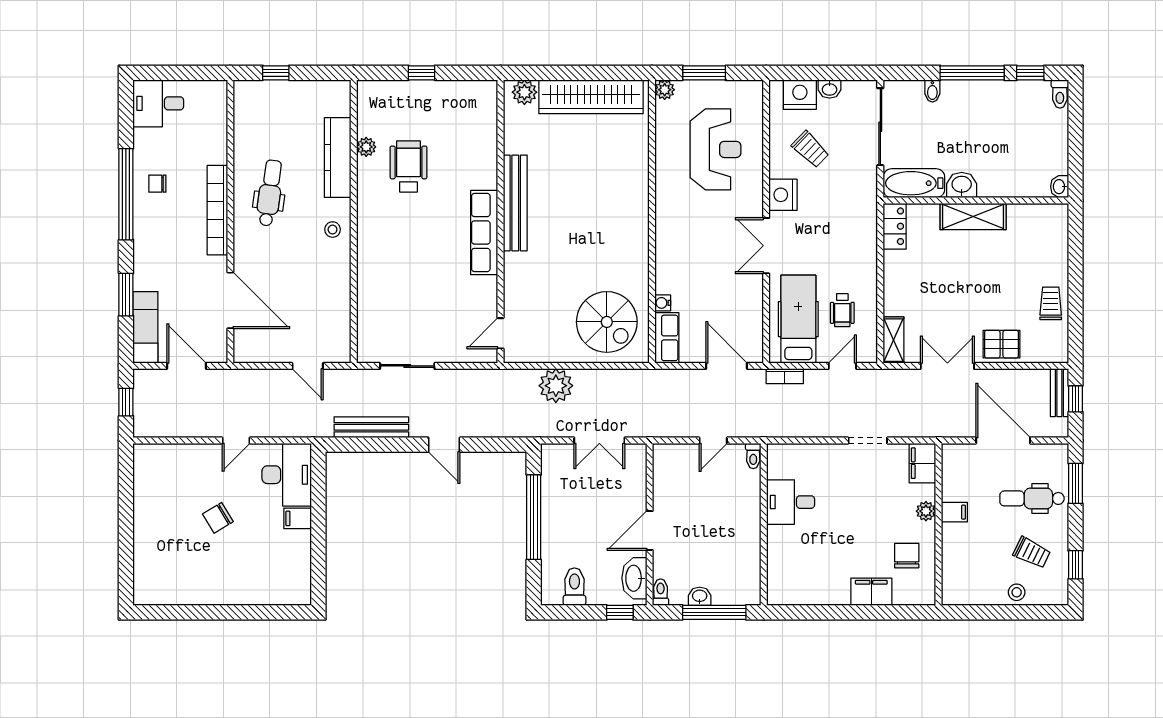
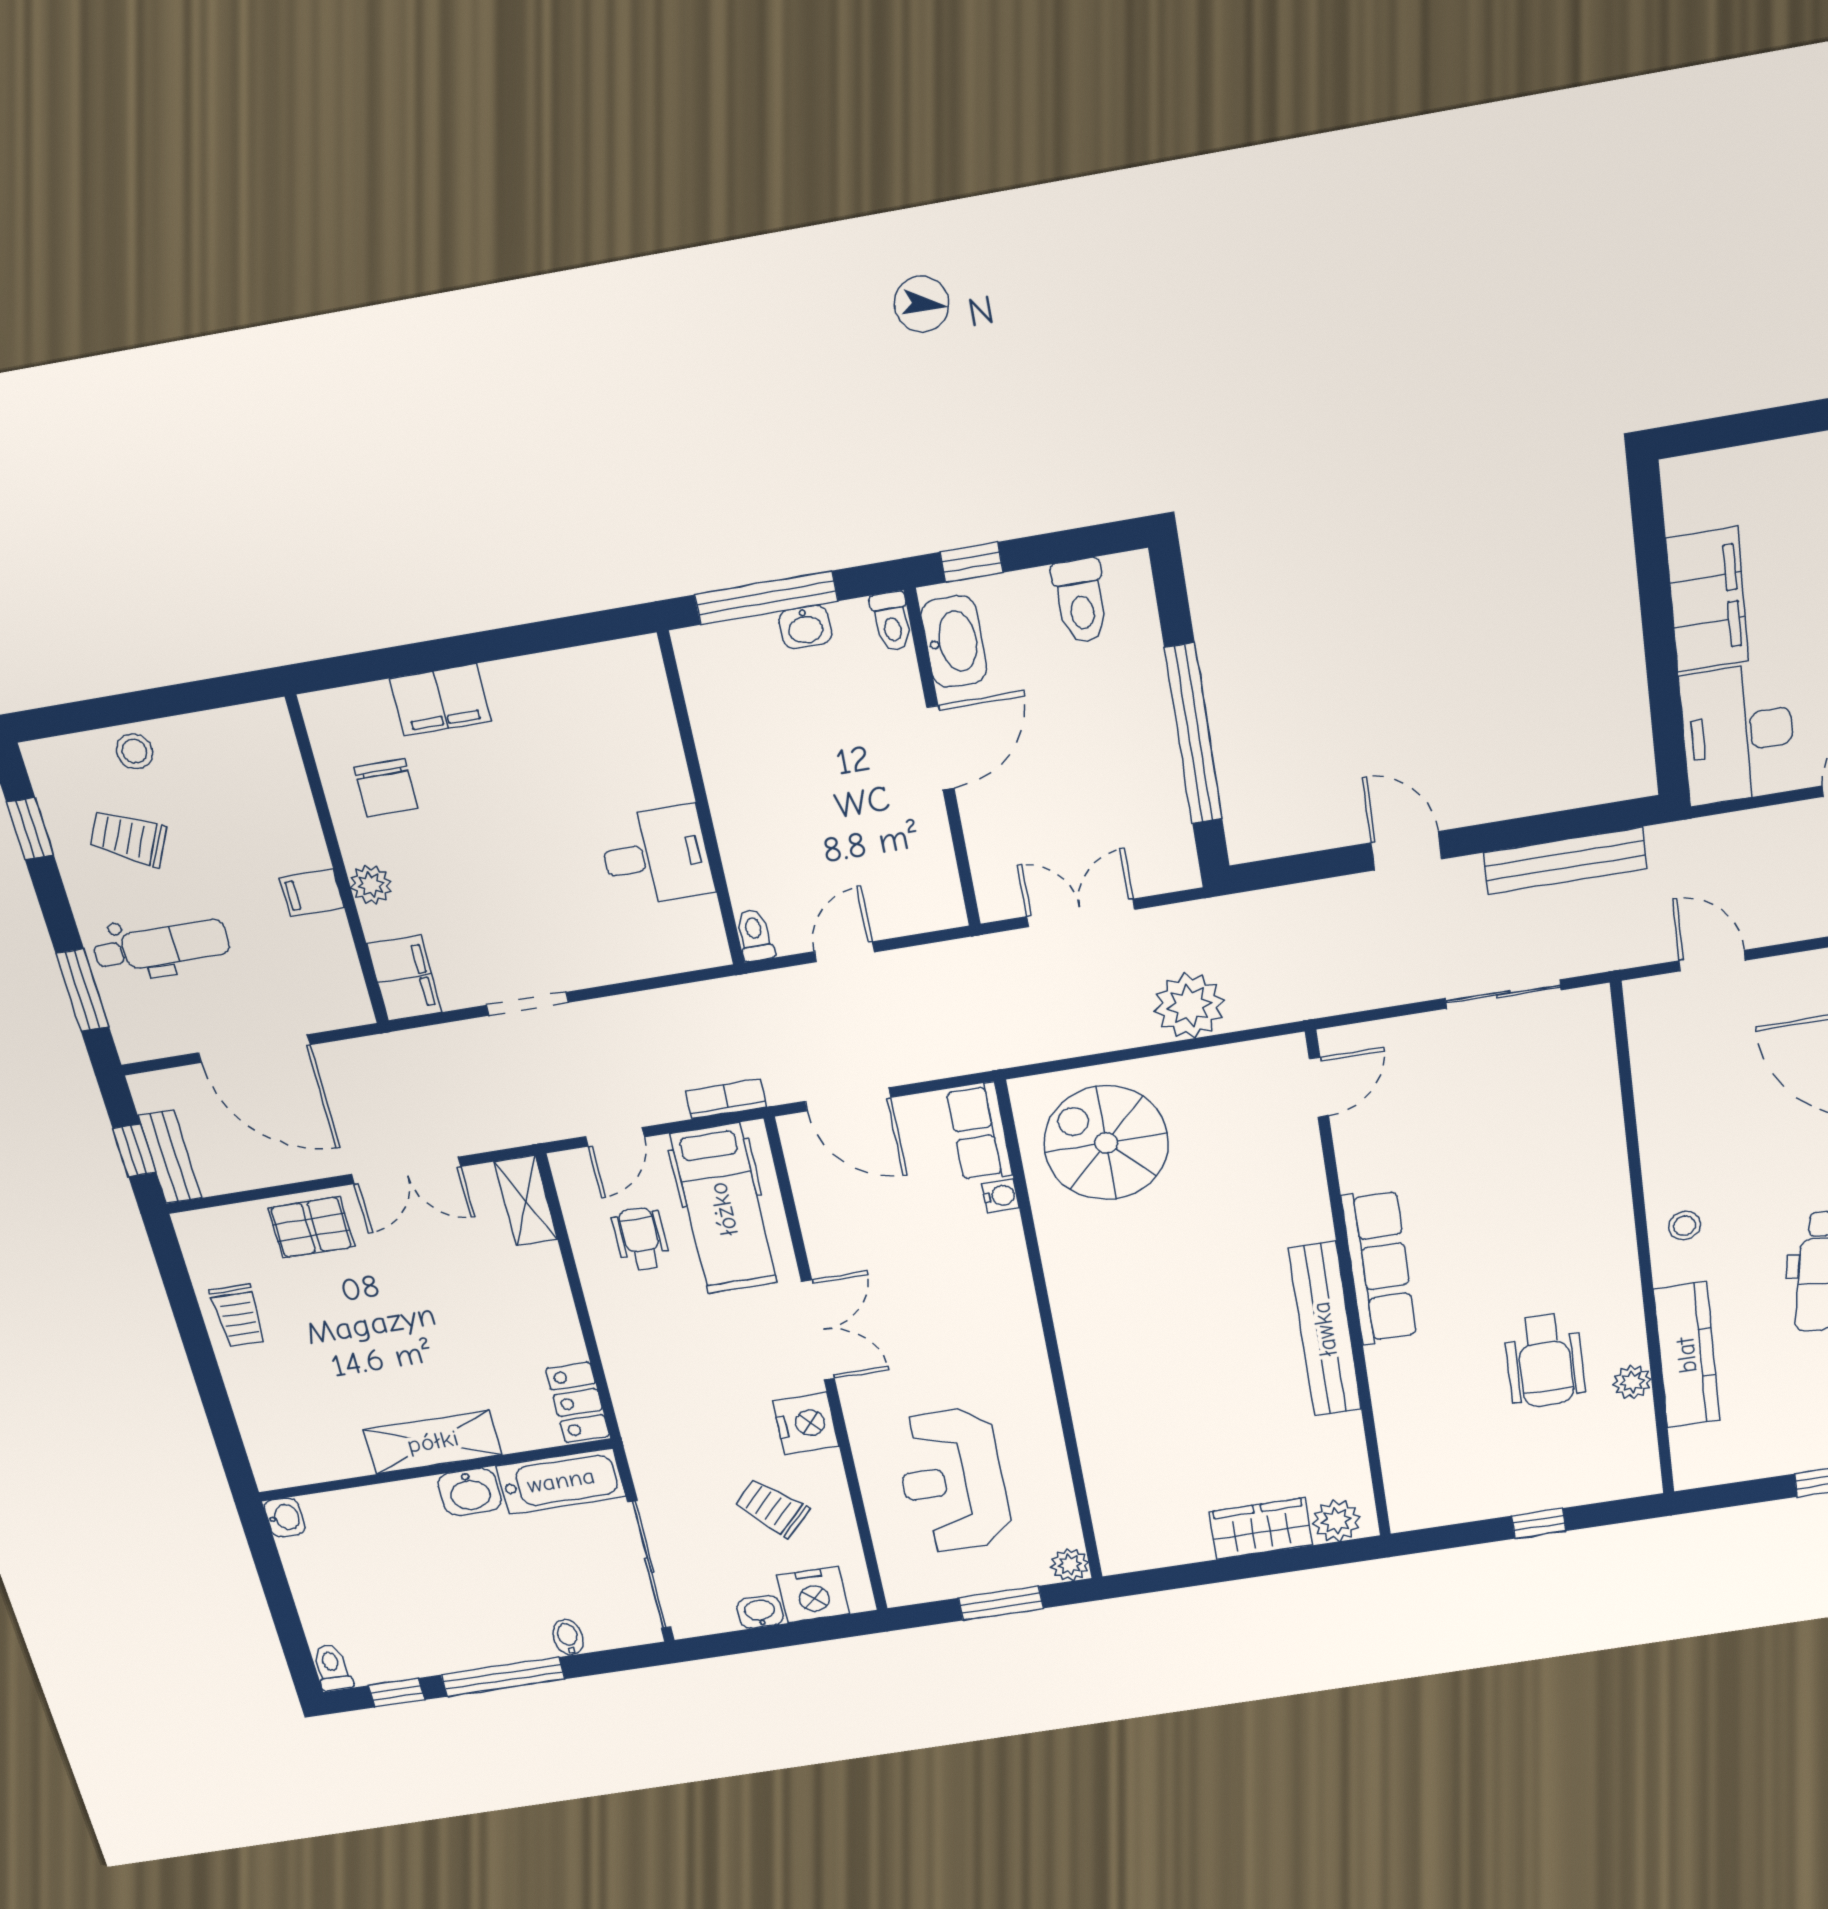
wardrobe: (591, 97) -> (1261, 1529), width x0.48, depth x0.85
filing cabinet: (298, 518) -> (1707, 600), width x3.00, depth x1.17

